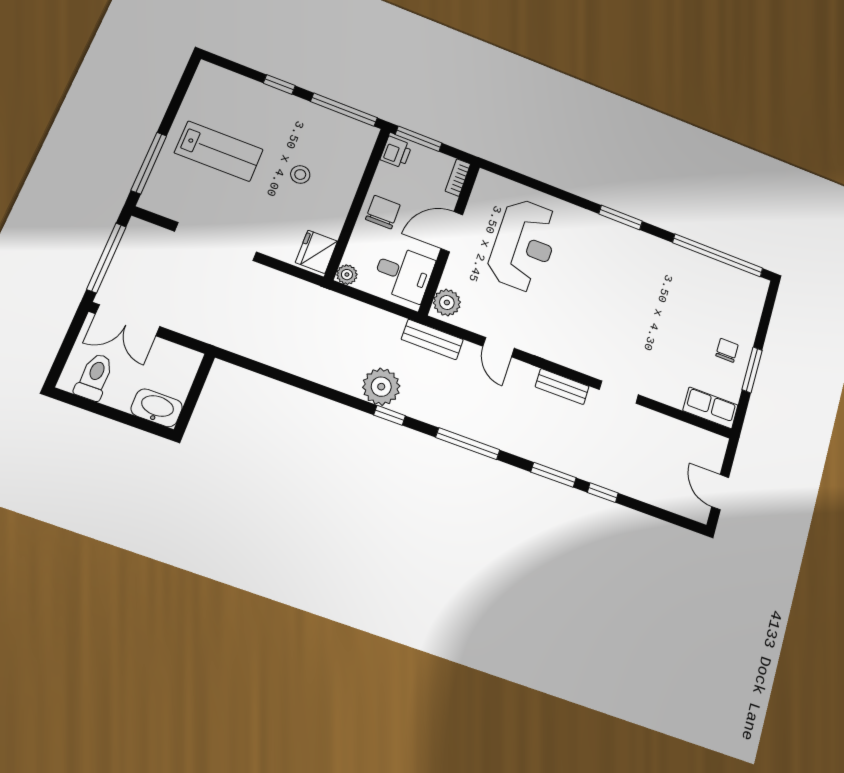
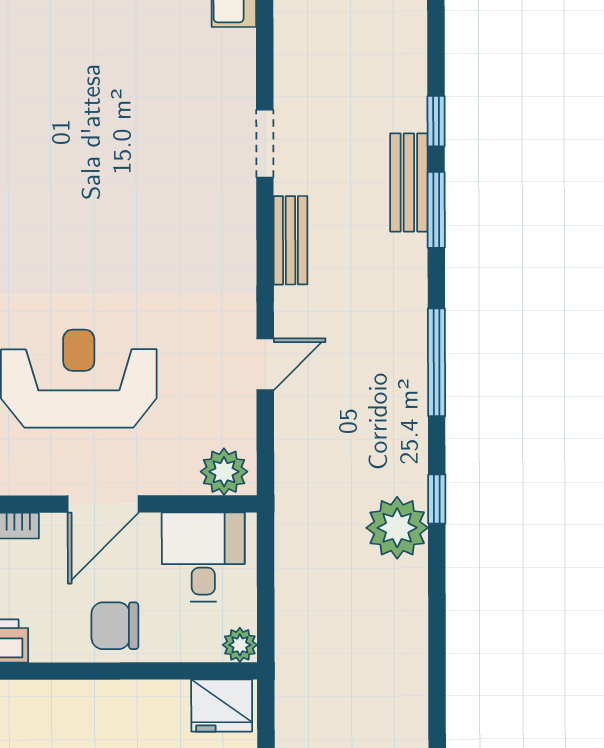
door: (452, 232) -> (103, 504), hinge flipped
bench: (432, 339) -> (409, 182), moved

